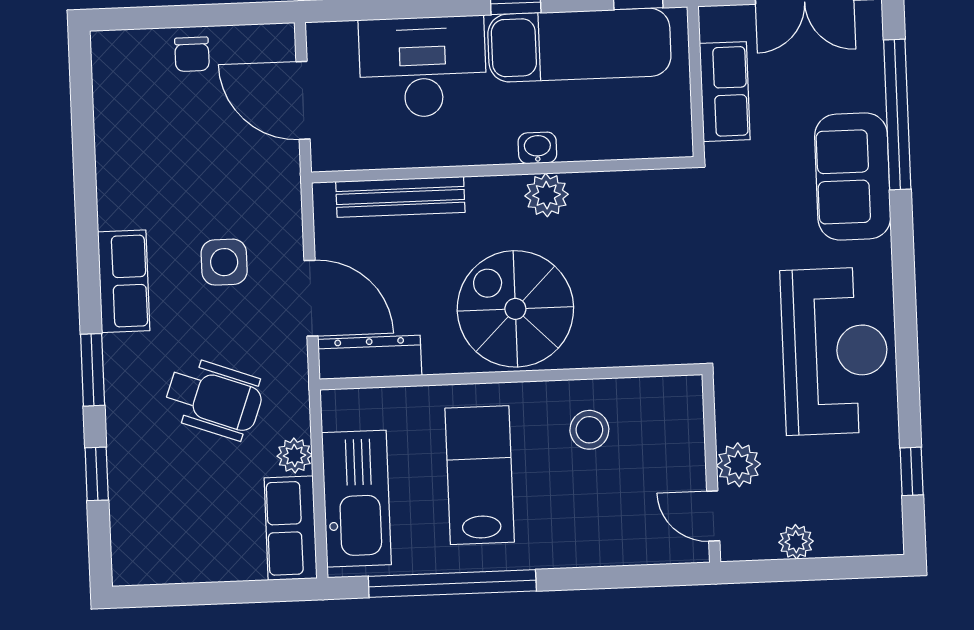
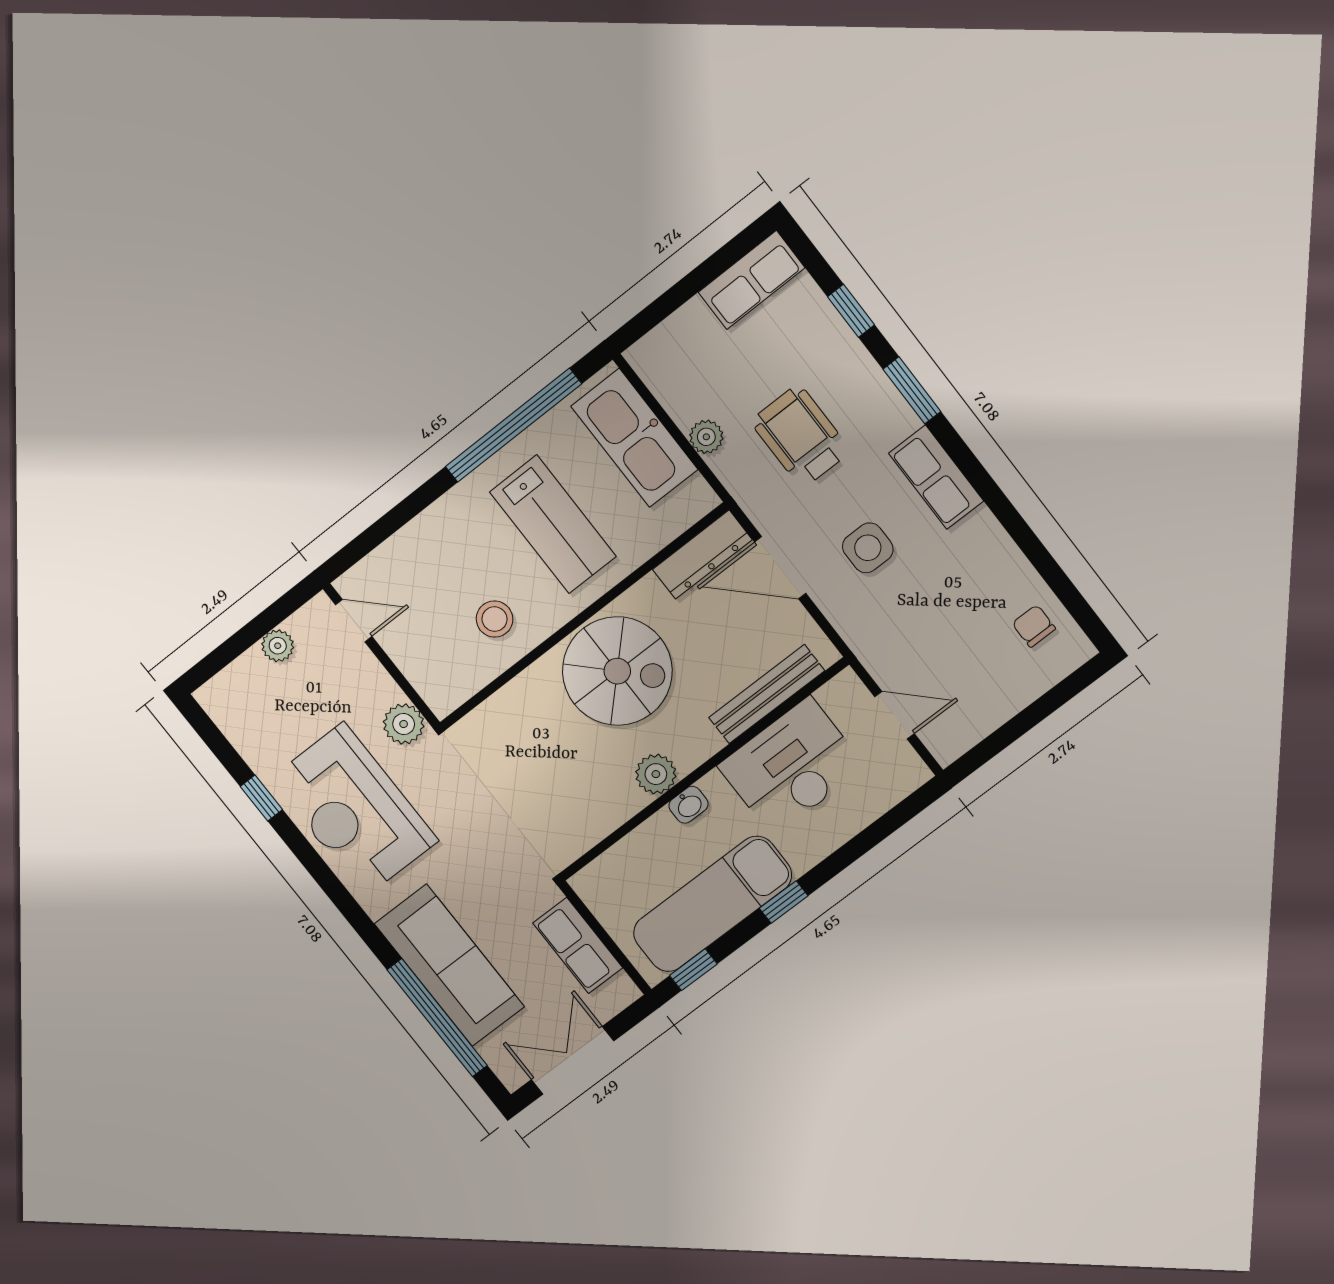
chair: (192, 54) -> (1034, 626), moved
desk: (423, 67) -> (791, 766), moved, turned 180
door: (303, 100) -> (895, 715), width x0.73
sofa: (853, 177) -> (449, 965), width x1.36
wheelchair: (214, 399) -> (801, 436), turned 70
plant: (738, 465) -> (404, 724), moved
window: (912, 471) -> (261, 798), moved
row of seats: (291, 528) -> (752, 280), moved, turned 90

